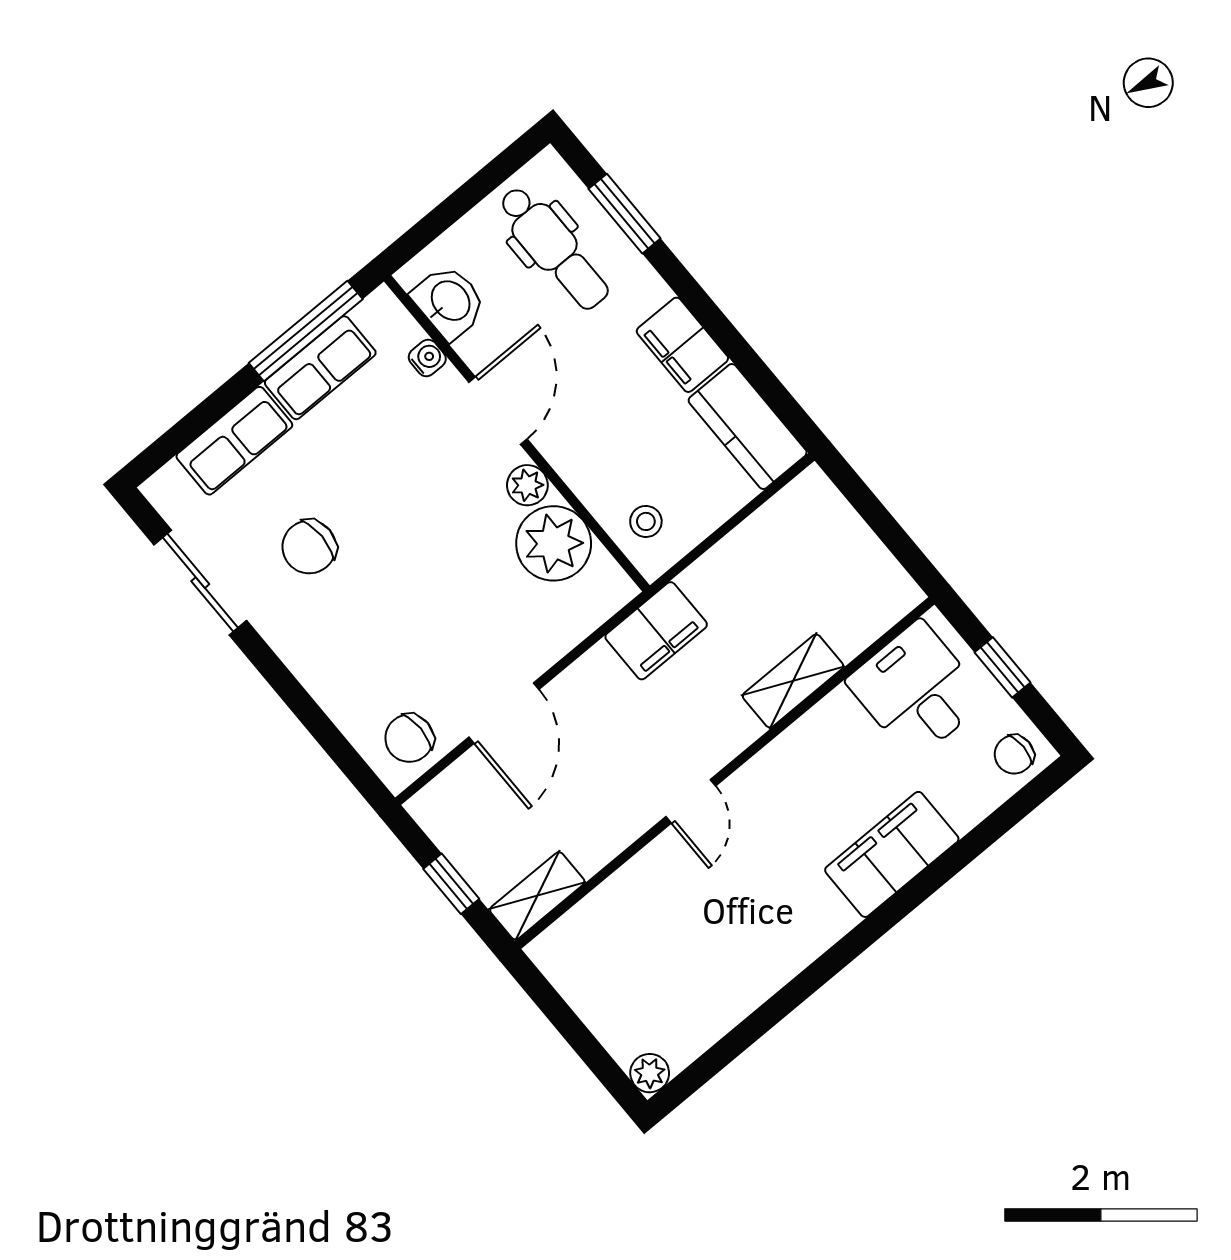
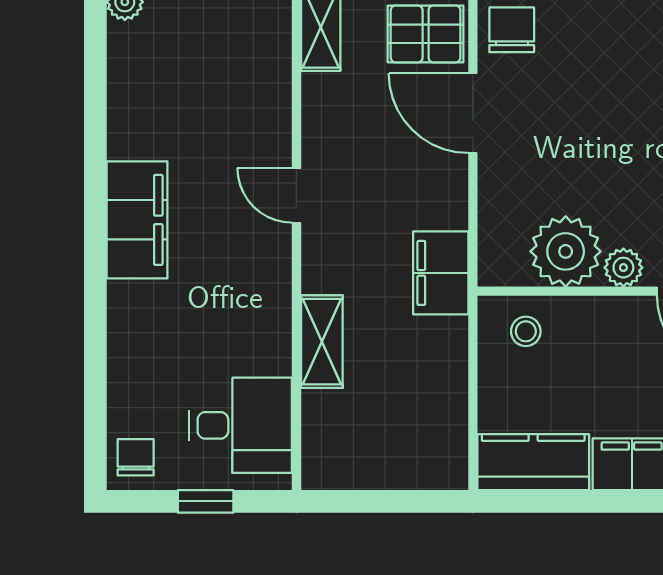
pallet: (471, 806) -> (426, 34), added
filing cabinet: (892, 854) -> (137, 220), moved

